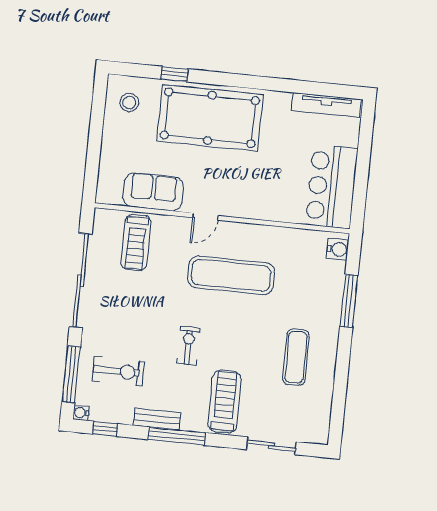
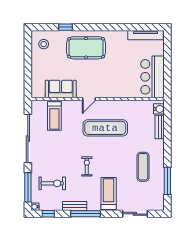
pool table: (210, 118) -> (86, 48), width x0.73, depth x0.76
bench: (336, 284) -> (160, 127), added
window: (349, 301) -> (167, 181), moved

